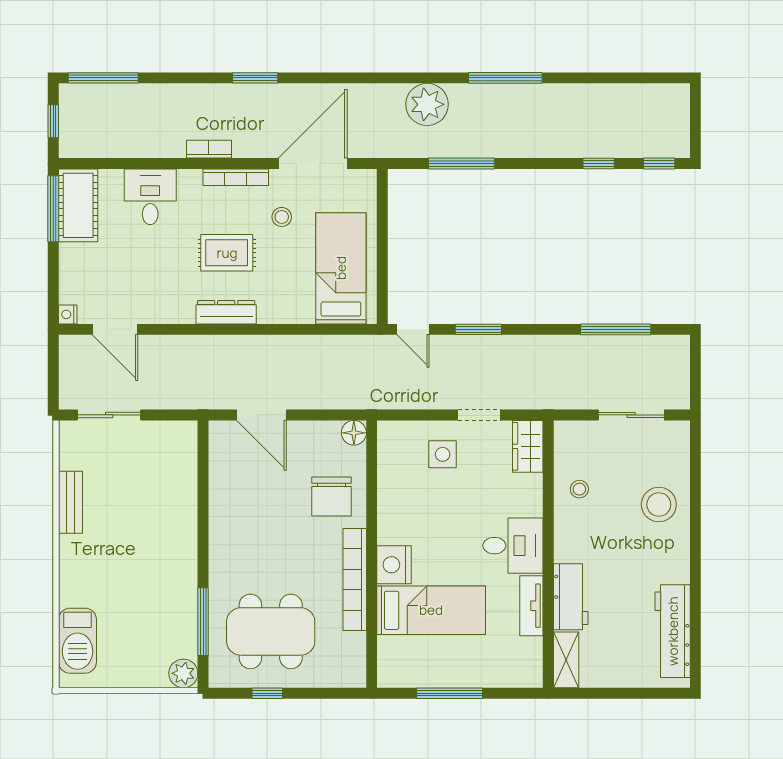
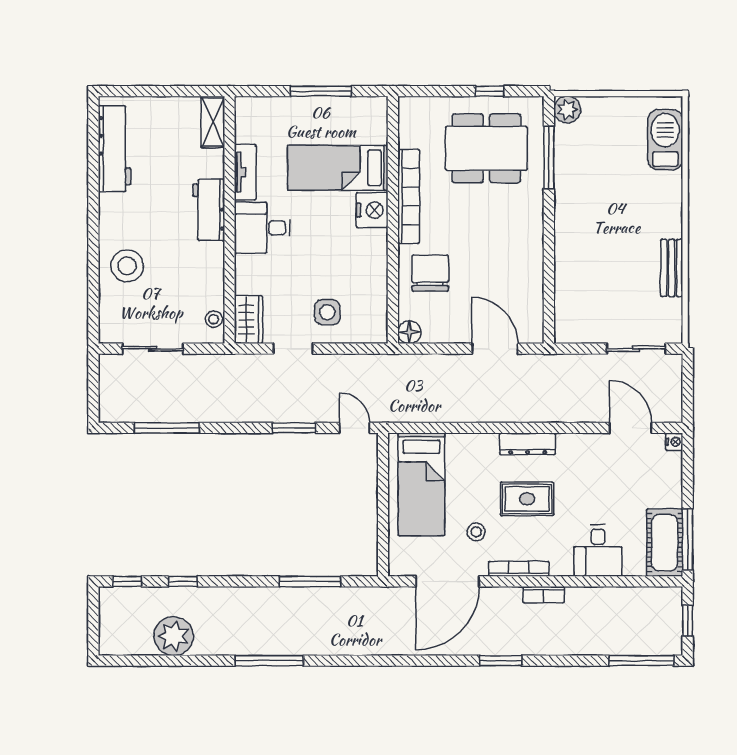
plant: (427, 104) -> (174, 636), moved
stool: (579, 489) -> (214, 319), moved
workbench: (571, 597) -> (209, 210), moved

